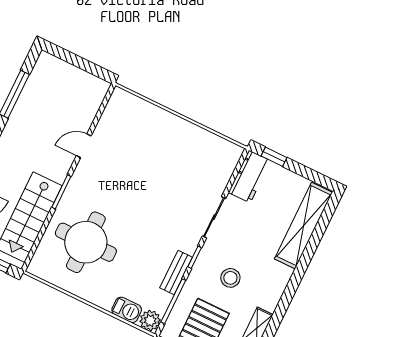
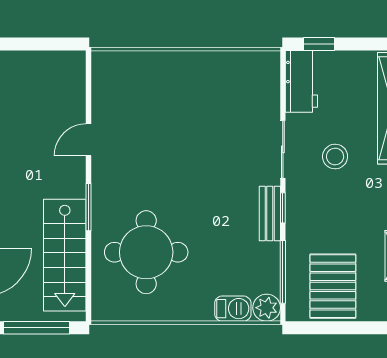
bench: (176, 273) -> (270, 213), moved
stool: (230, 278) -> (335, 157), moved

